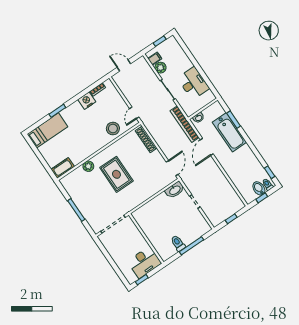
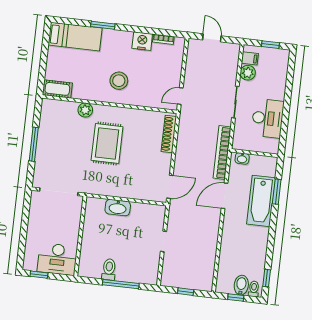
stool: (113, 128) -> (119, 81), moved
washbasin: (175, 190) -> (118, 208), moved

